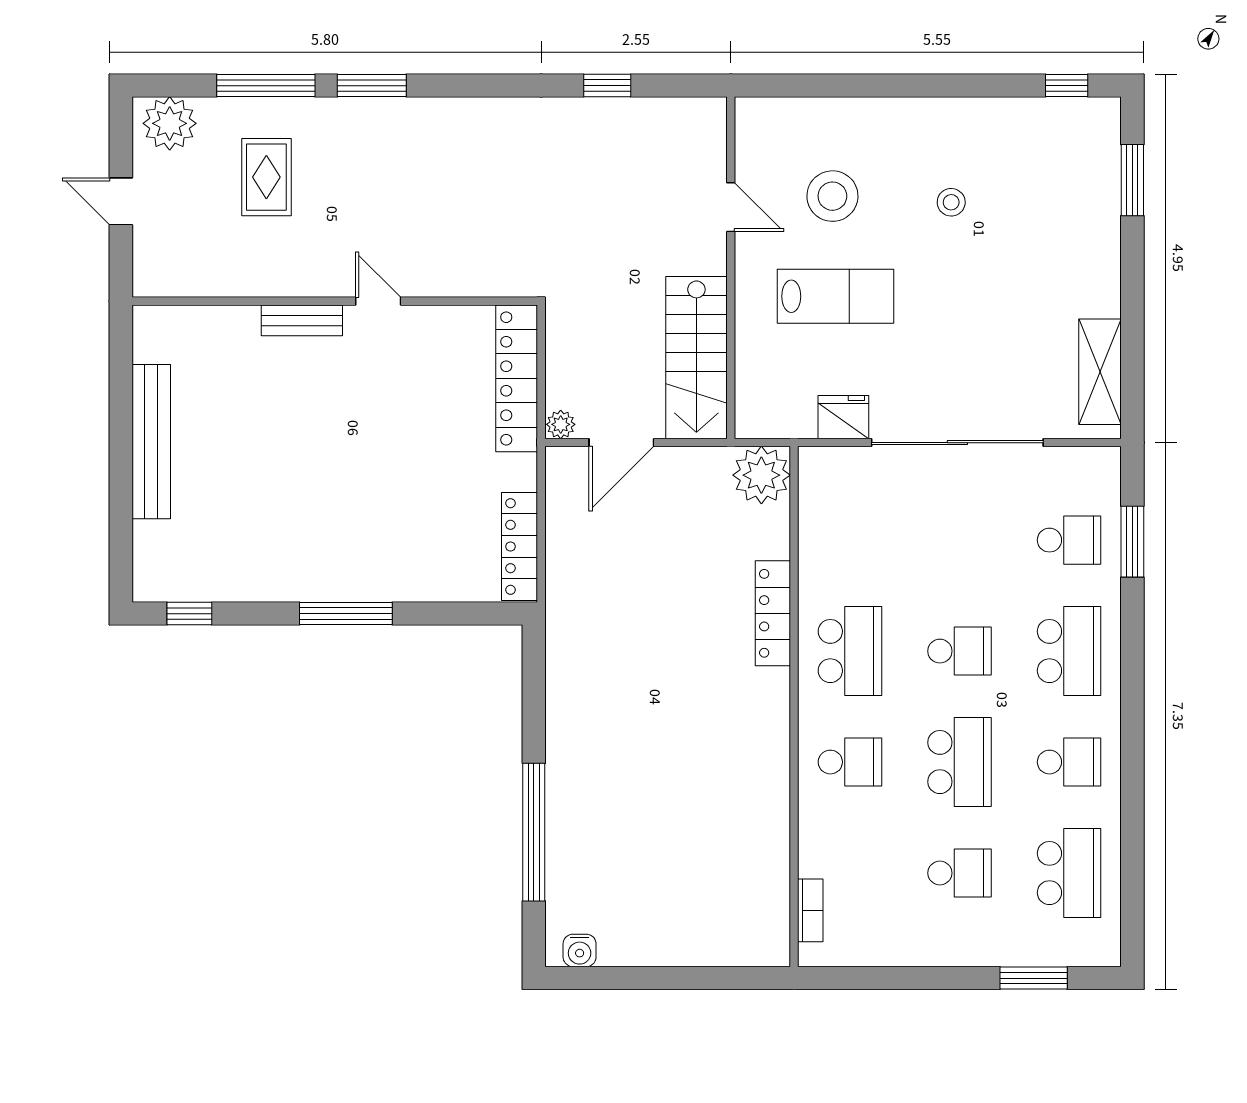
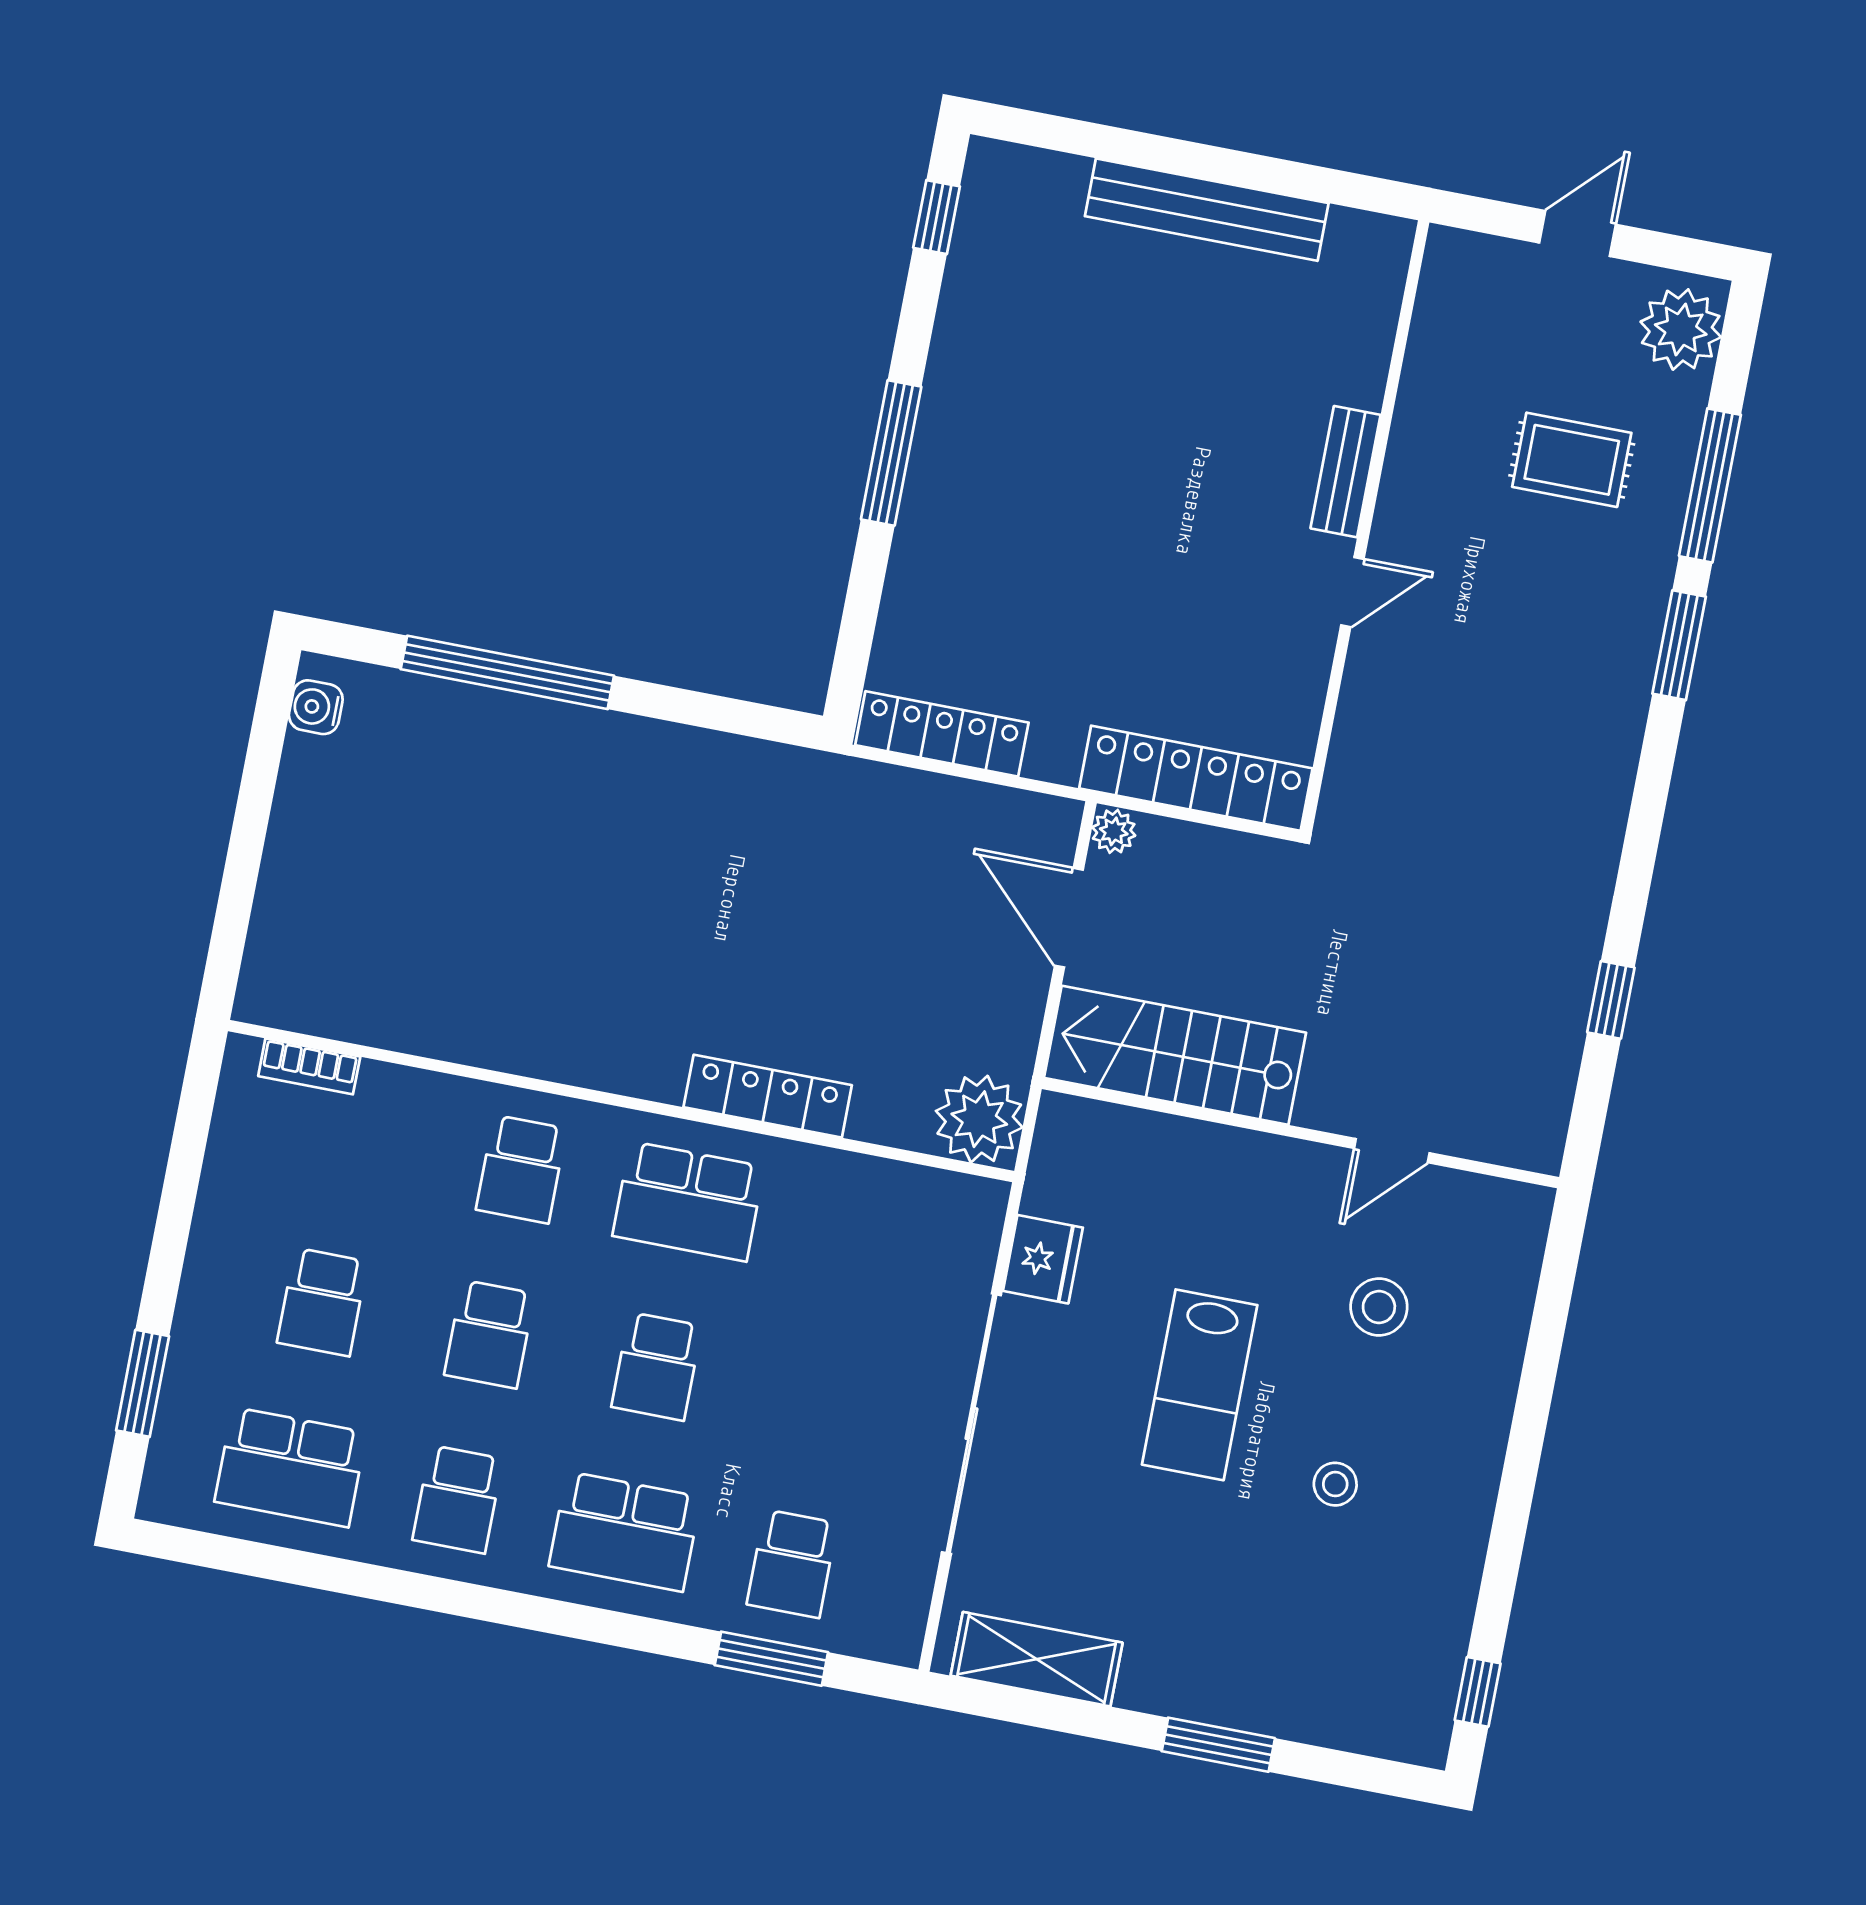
window: (1132, 180) -> (1218, 1745), moved
stool: (832, 196) -> (1379, 1307), width x0.73, depth x0.73
lab bench: (835, 296) -> (1200, 1385), moved
school desk: (959, 762) -> (489, 1334), width x0.54

